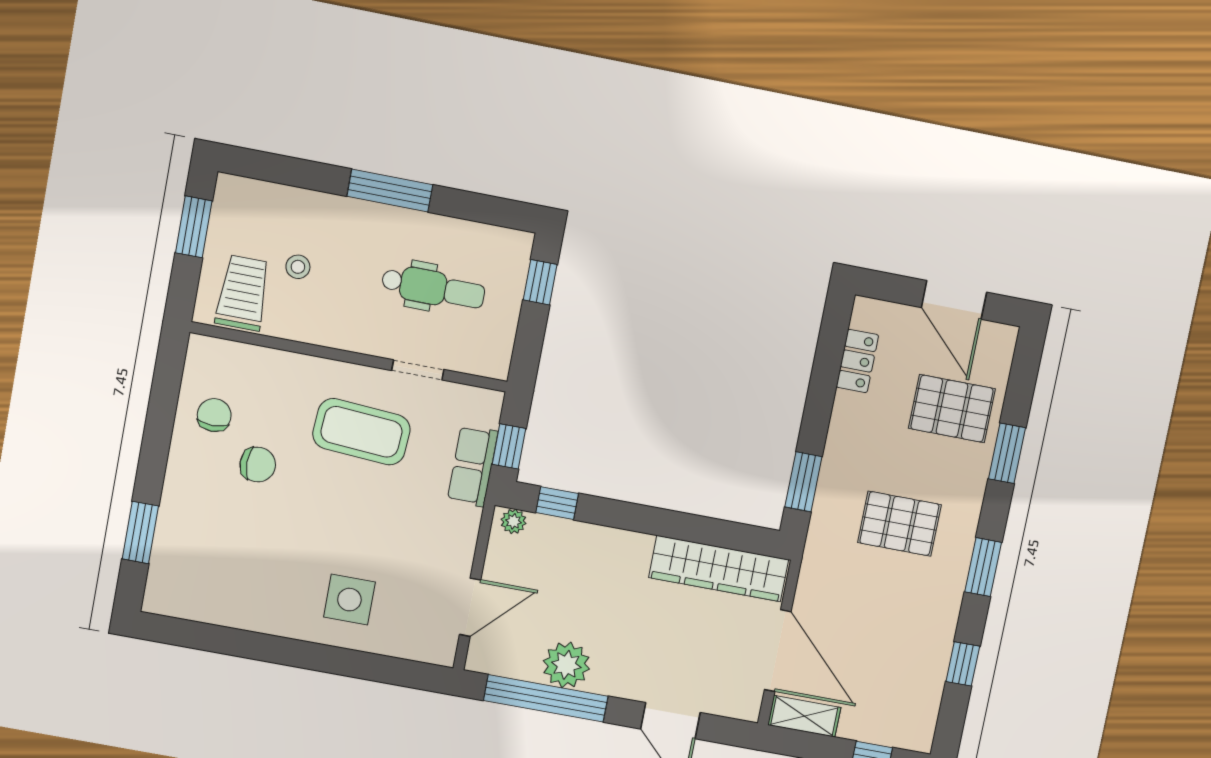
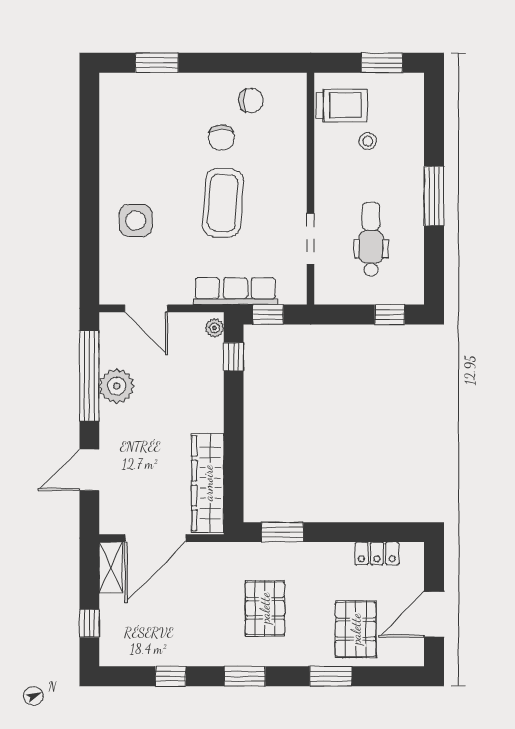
dental chair: (433, 288) -> (371, 239), turned 180
doorway: (418, 370) -> (311, 239), width x1.38
coffee table: (361, 432) -> (223, 203), moved
row of seats: (473, 466) -> (235, 291), width x1.48

